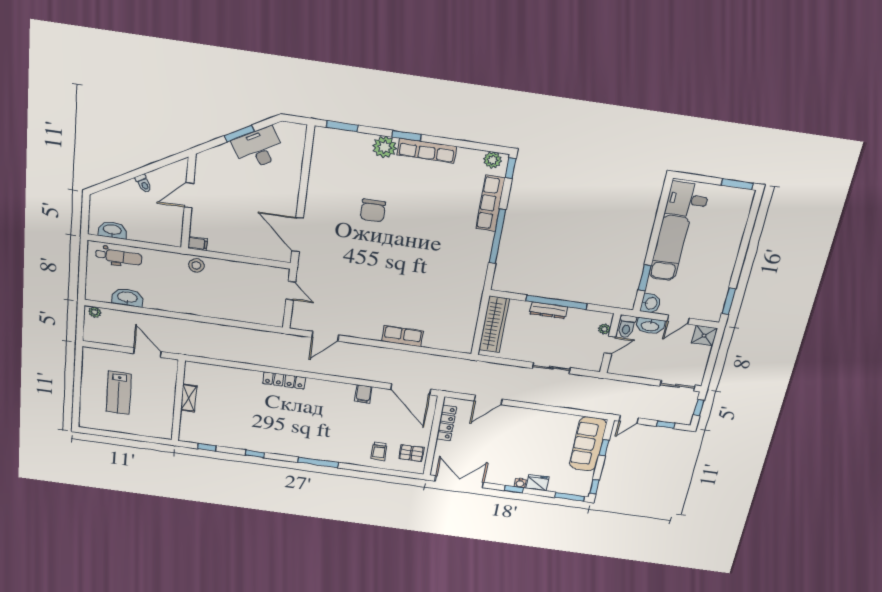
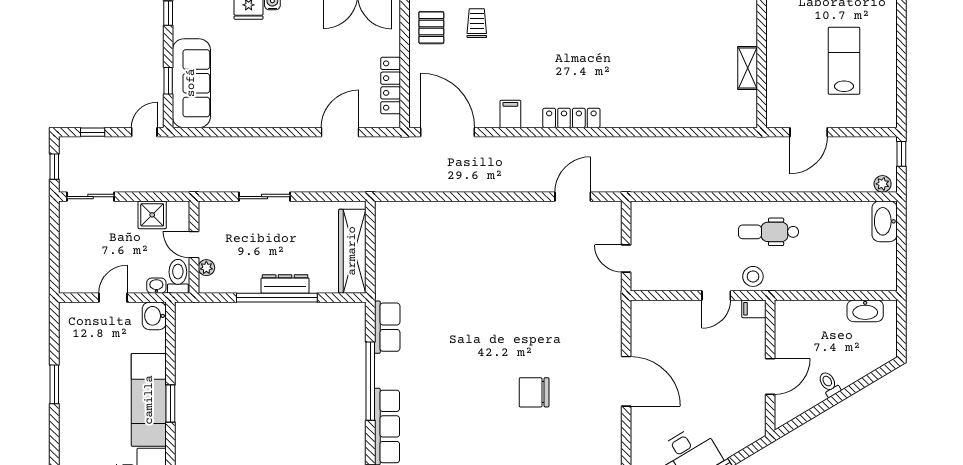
chair: (373, 211) -> (534, 392), turned -90
door: (298, 235) -> (626, 381), moved
dental chair: (119, 257) -> (769, 232), moved
door: (225, 257) -> (716, 295), added
window: (645, 278) -> (170, 404), moved
washbasin: (127, 298) -> (885, 221), moved, turned 90
window: (729, 301) -> (54, 384), moved
washbasin: (650, 326) -> (156, 286), width x0.52, depth x0.69
window: (80, 329) -> (901, 154), added
shower: (704, 335) -> (152, 215), moved
row of seats: (403, 336) -> (387, 327), moved, turned -90
door: (610, 345) -> (194, 245), hinge flipped
door: (147, 353) -> (809, 132), hinge flipped
locker: (284, 380) -> (571, 118), moved
pallet: (411, 453) -> (431, 28), turned 90

